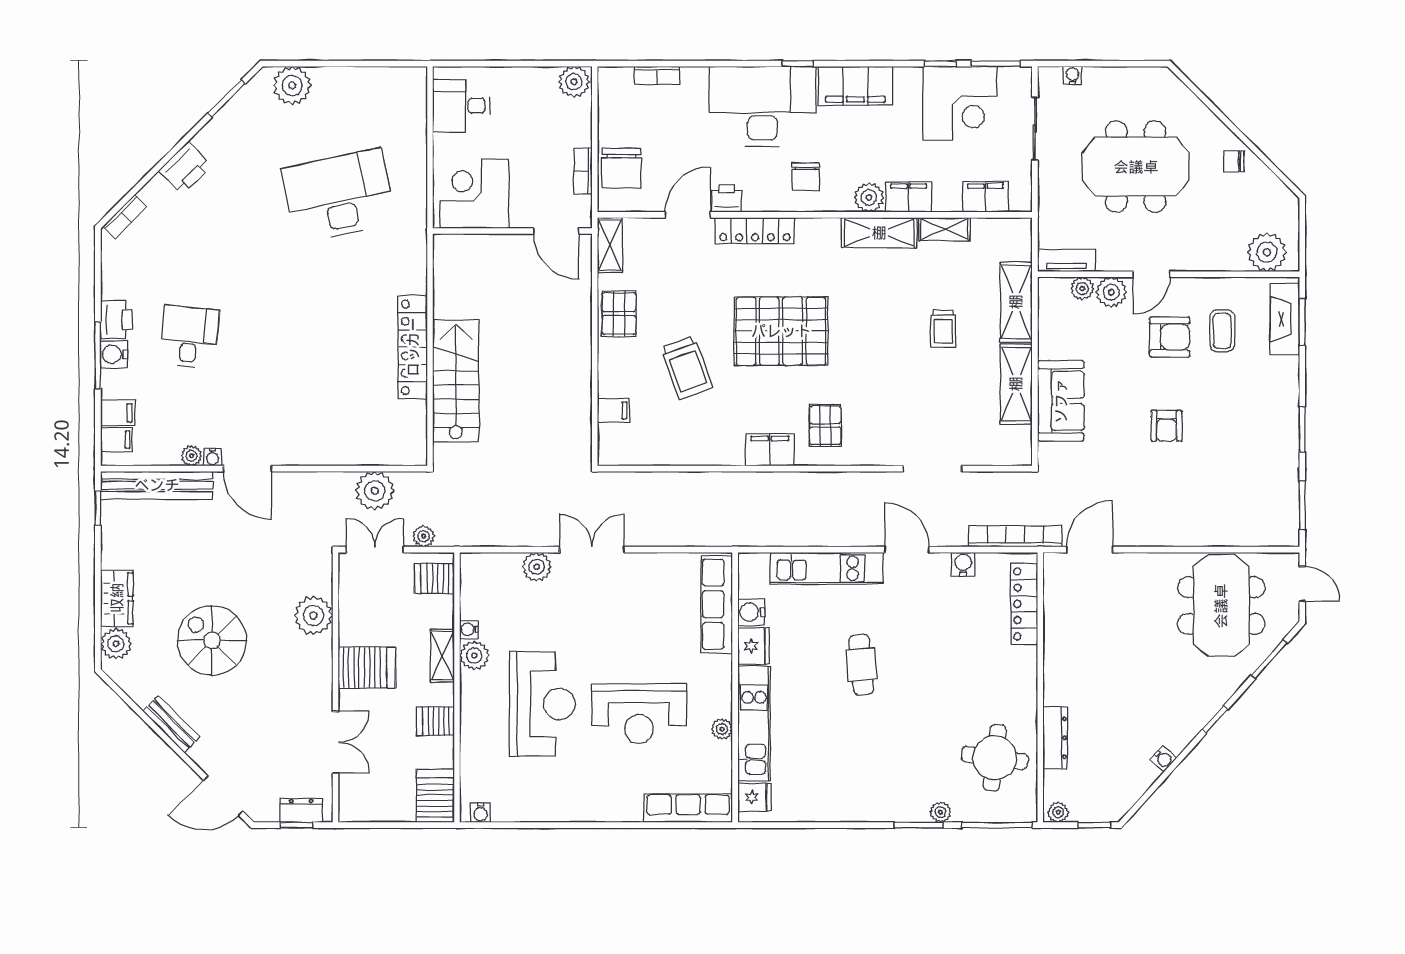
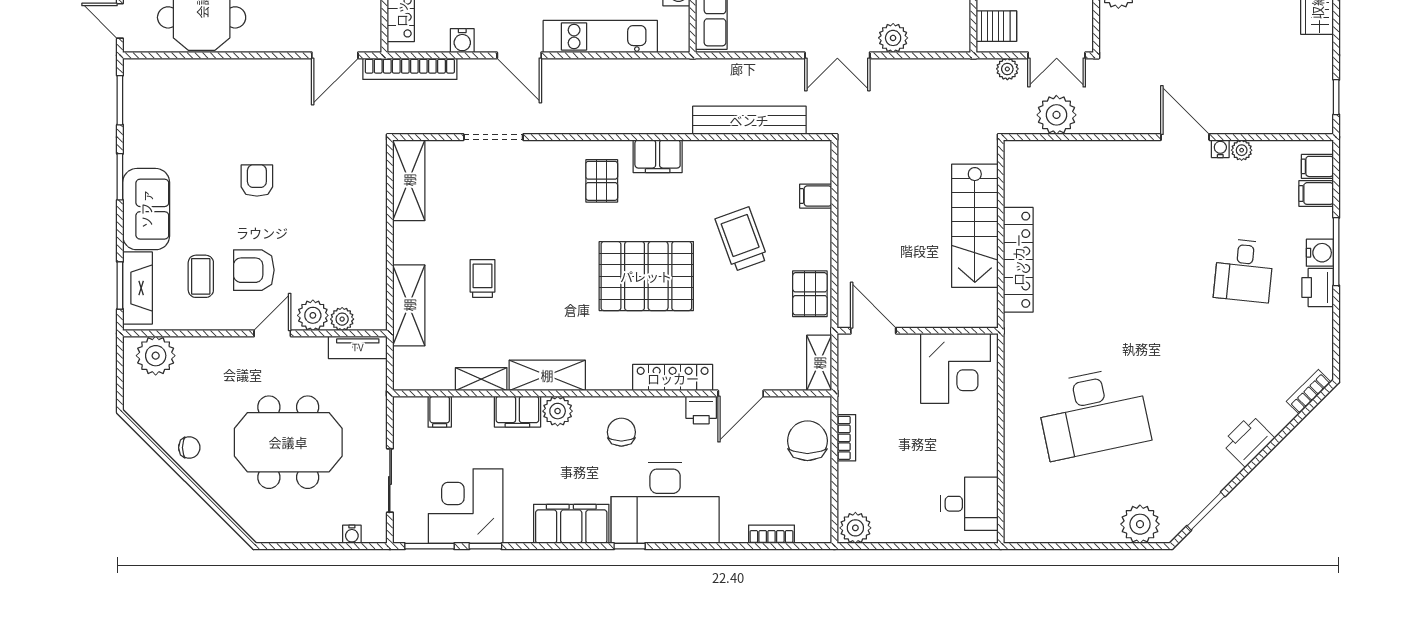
corner desk: (475, 194) -> (956, 368), moved
filing cabinet: (986, 197) -> (440, 412), width x0.50
wall: (512, 231) -> (918, 331), moved
door: (556, 231) -> (873, 331), moved
shelving: (1016, 384) -> (409, 180), moved
sofa: (1061, 401) -> (146, 209), moved, turned 180
bench: (157, 485) -> (749, 120), moved

